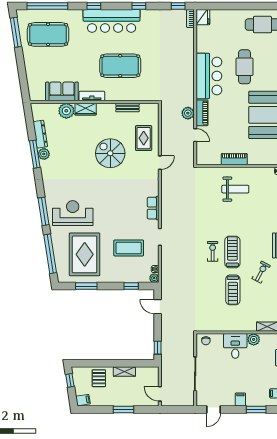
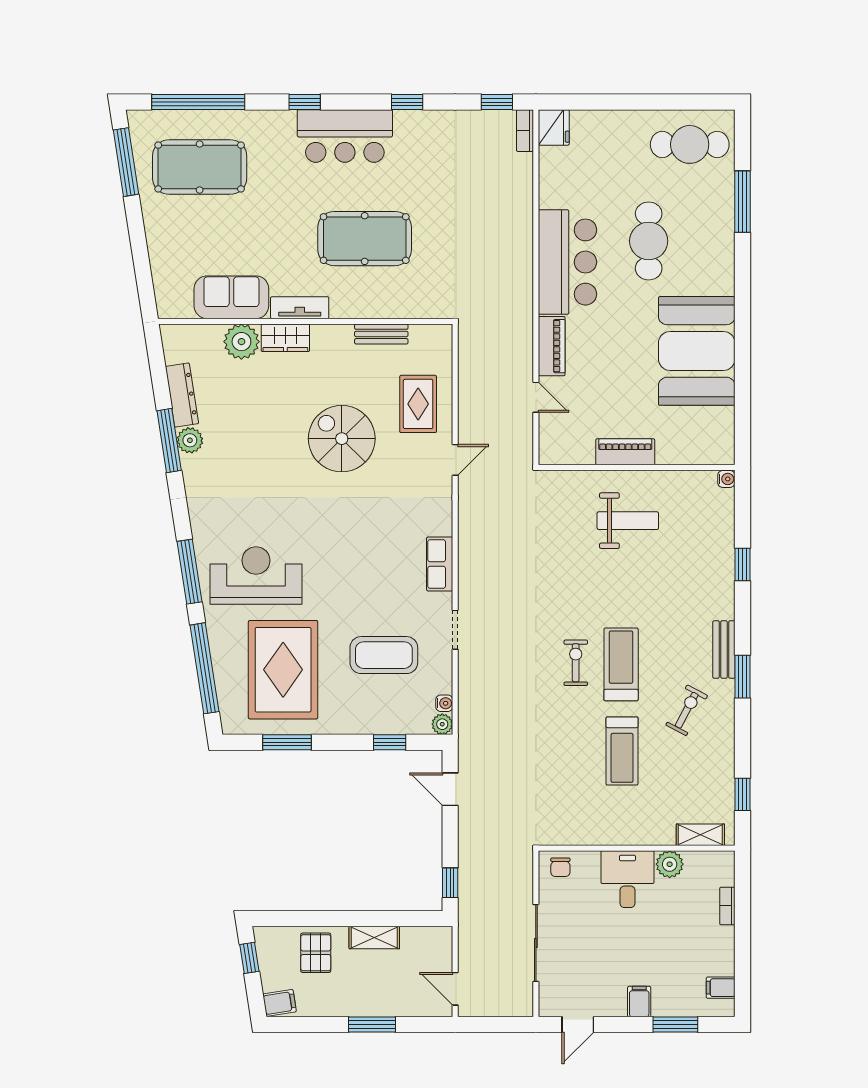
bar counter: (112, 21) -> (345, 136), width x0.73
plant: (188, 113) -> (519, 347), removed

